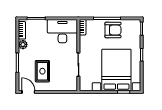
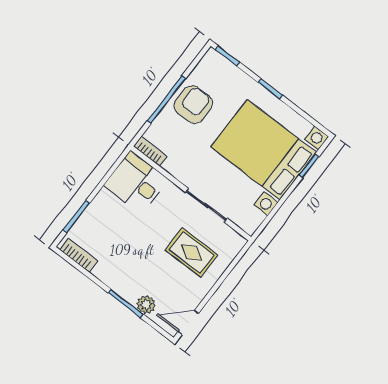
desk: (62, 31) -> (136, 183), width x0.73
plant: (23, 45) -> (146, 305), moved
rug: (42, 71) -> (192, 253), moved

